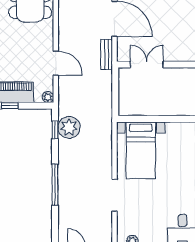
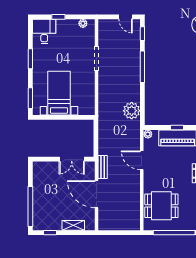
window: (55, 130) -> (142, 34), moved
bed with nightstands: (141, 150) -> (59, 93), moved

